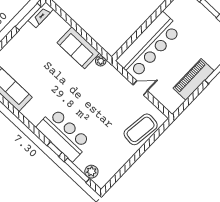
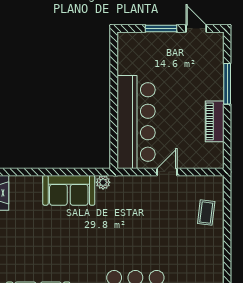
piano: (194, 79) -> (215, 121), width x0.73, depth x0.75
coffee table: (141, 129) -> (206, 213), width x0.54, depth x0.58

